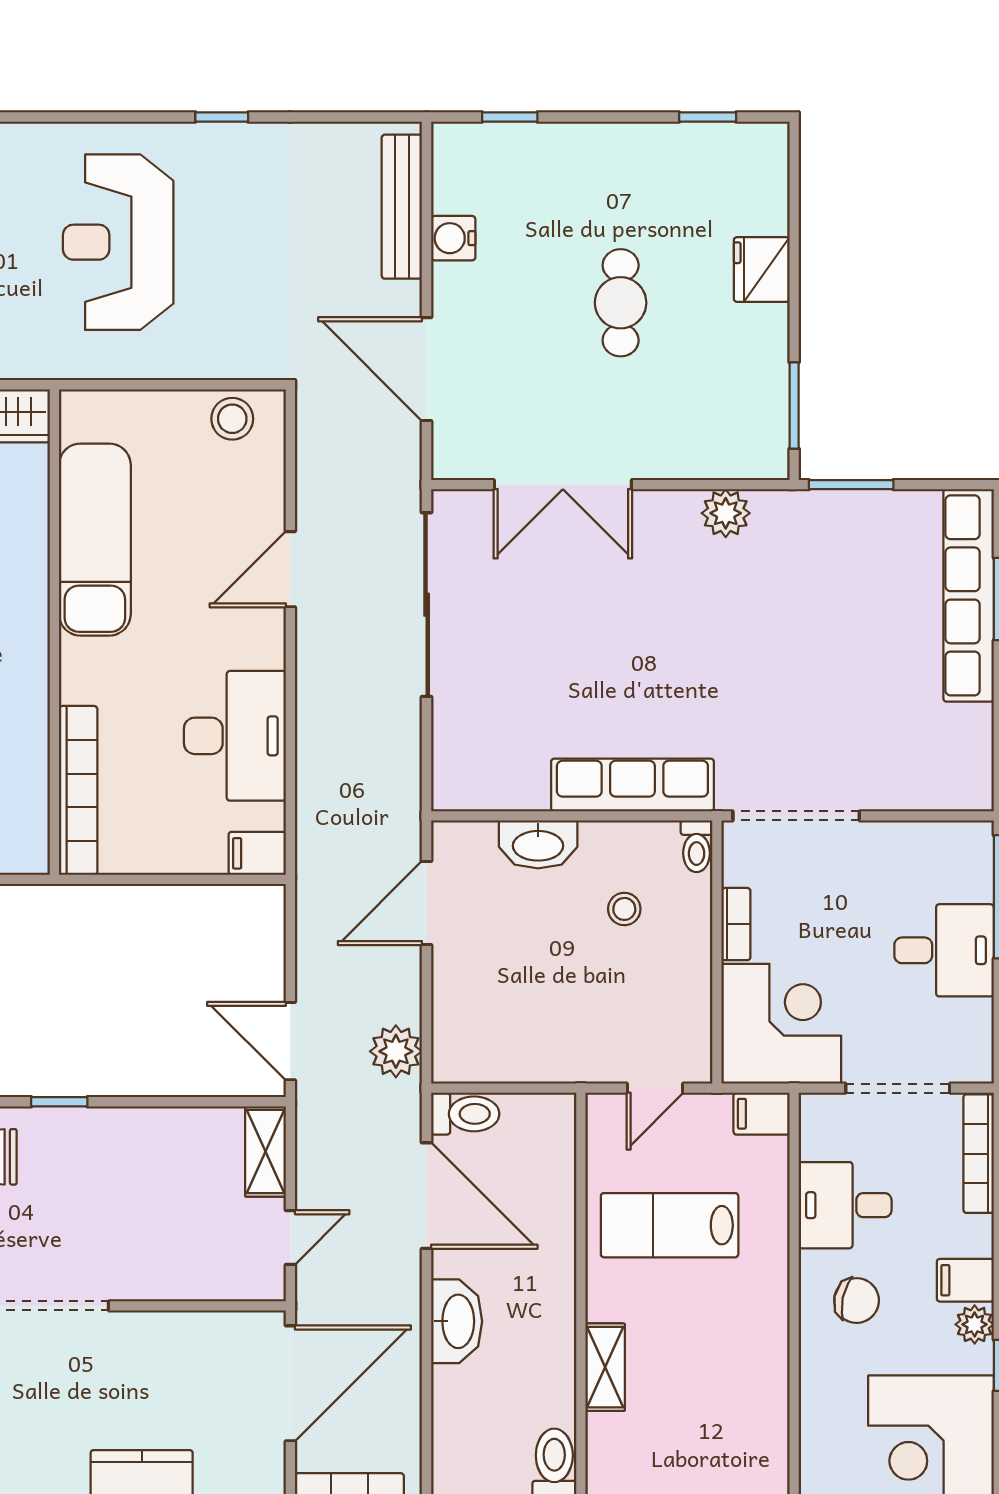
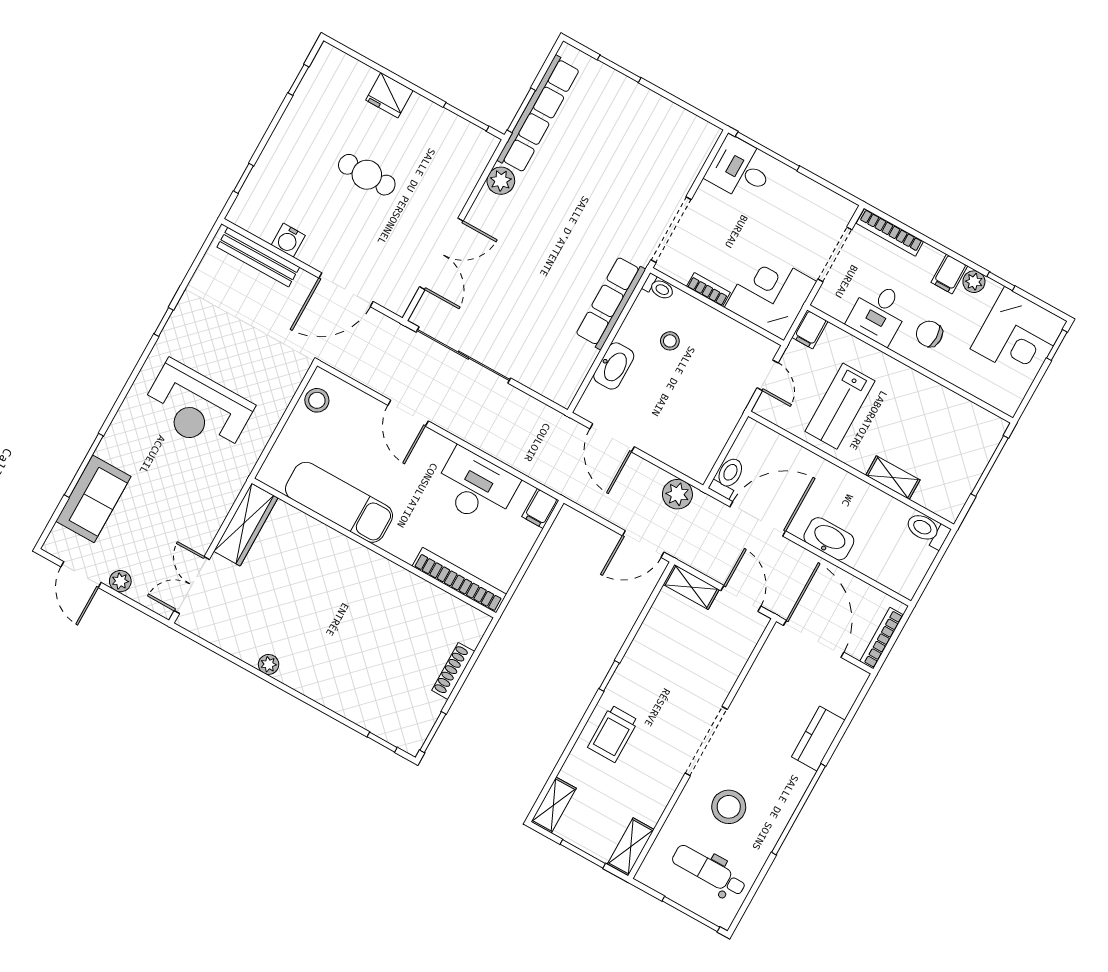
row of seats: (969, 595) -> (538, 114), moved, turned -90
desk: (944, 950) -> (740, 169), moved, turned -90
door: (290, 1238) -> (741, 598), width x1.38
chair: (857, 1301) -> (929, 334), turned -102

